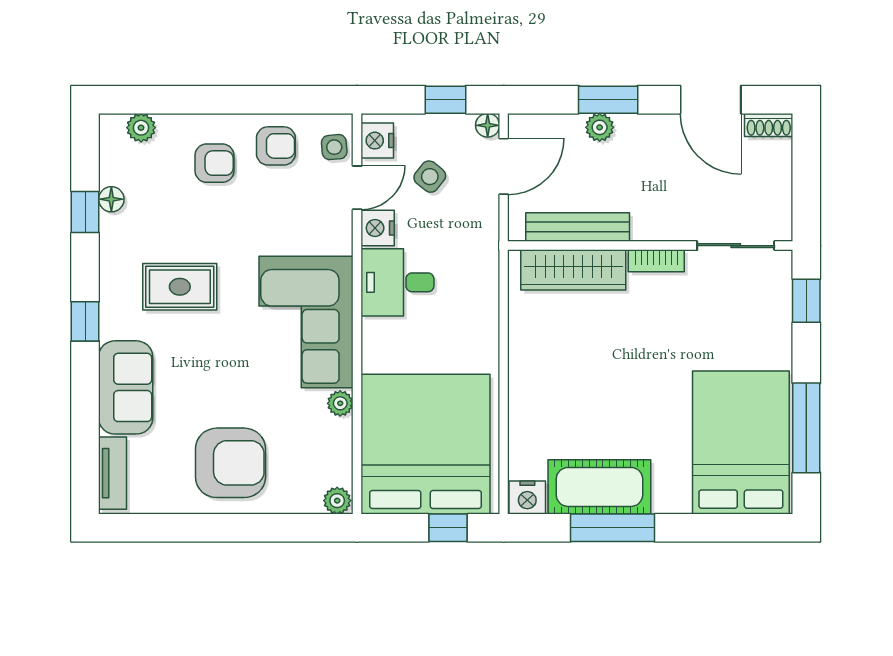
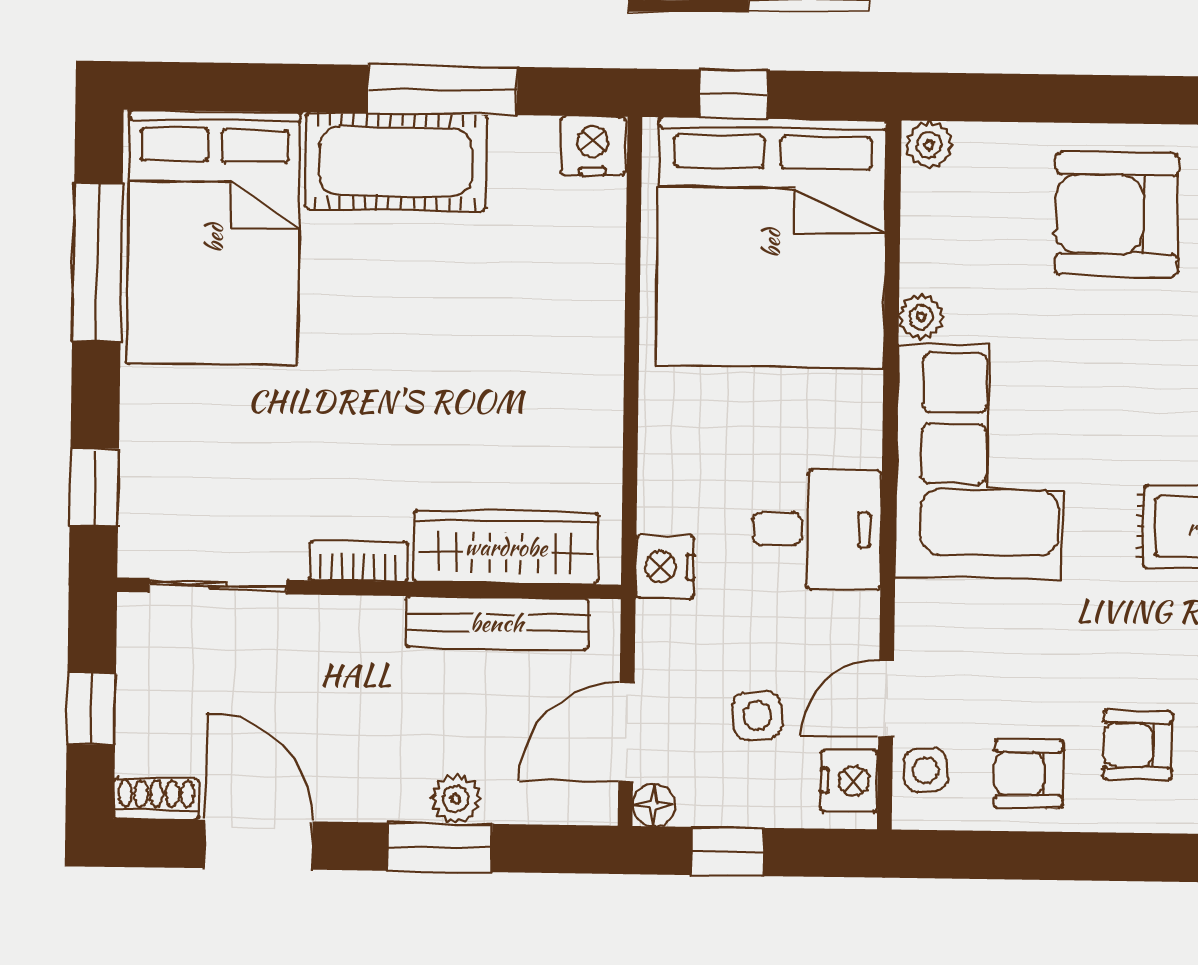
window: (806, 175) -> (91, 709), added
side table: (430, 177) -> (757, 716), turned 45
nightstand: (378, 228) -> (665, 567), moved, turned 180
cot: (599, 487) -> (396, 162), moved

